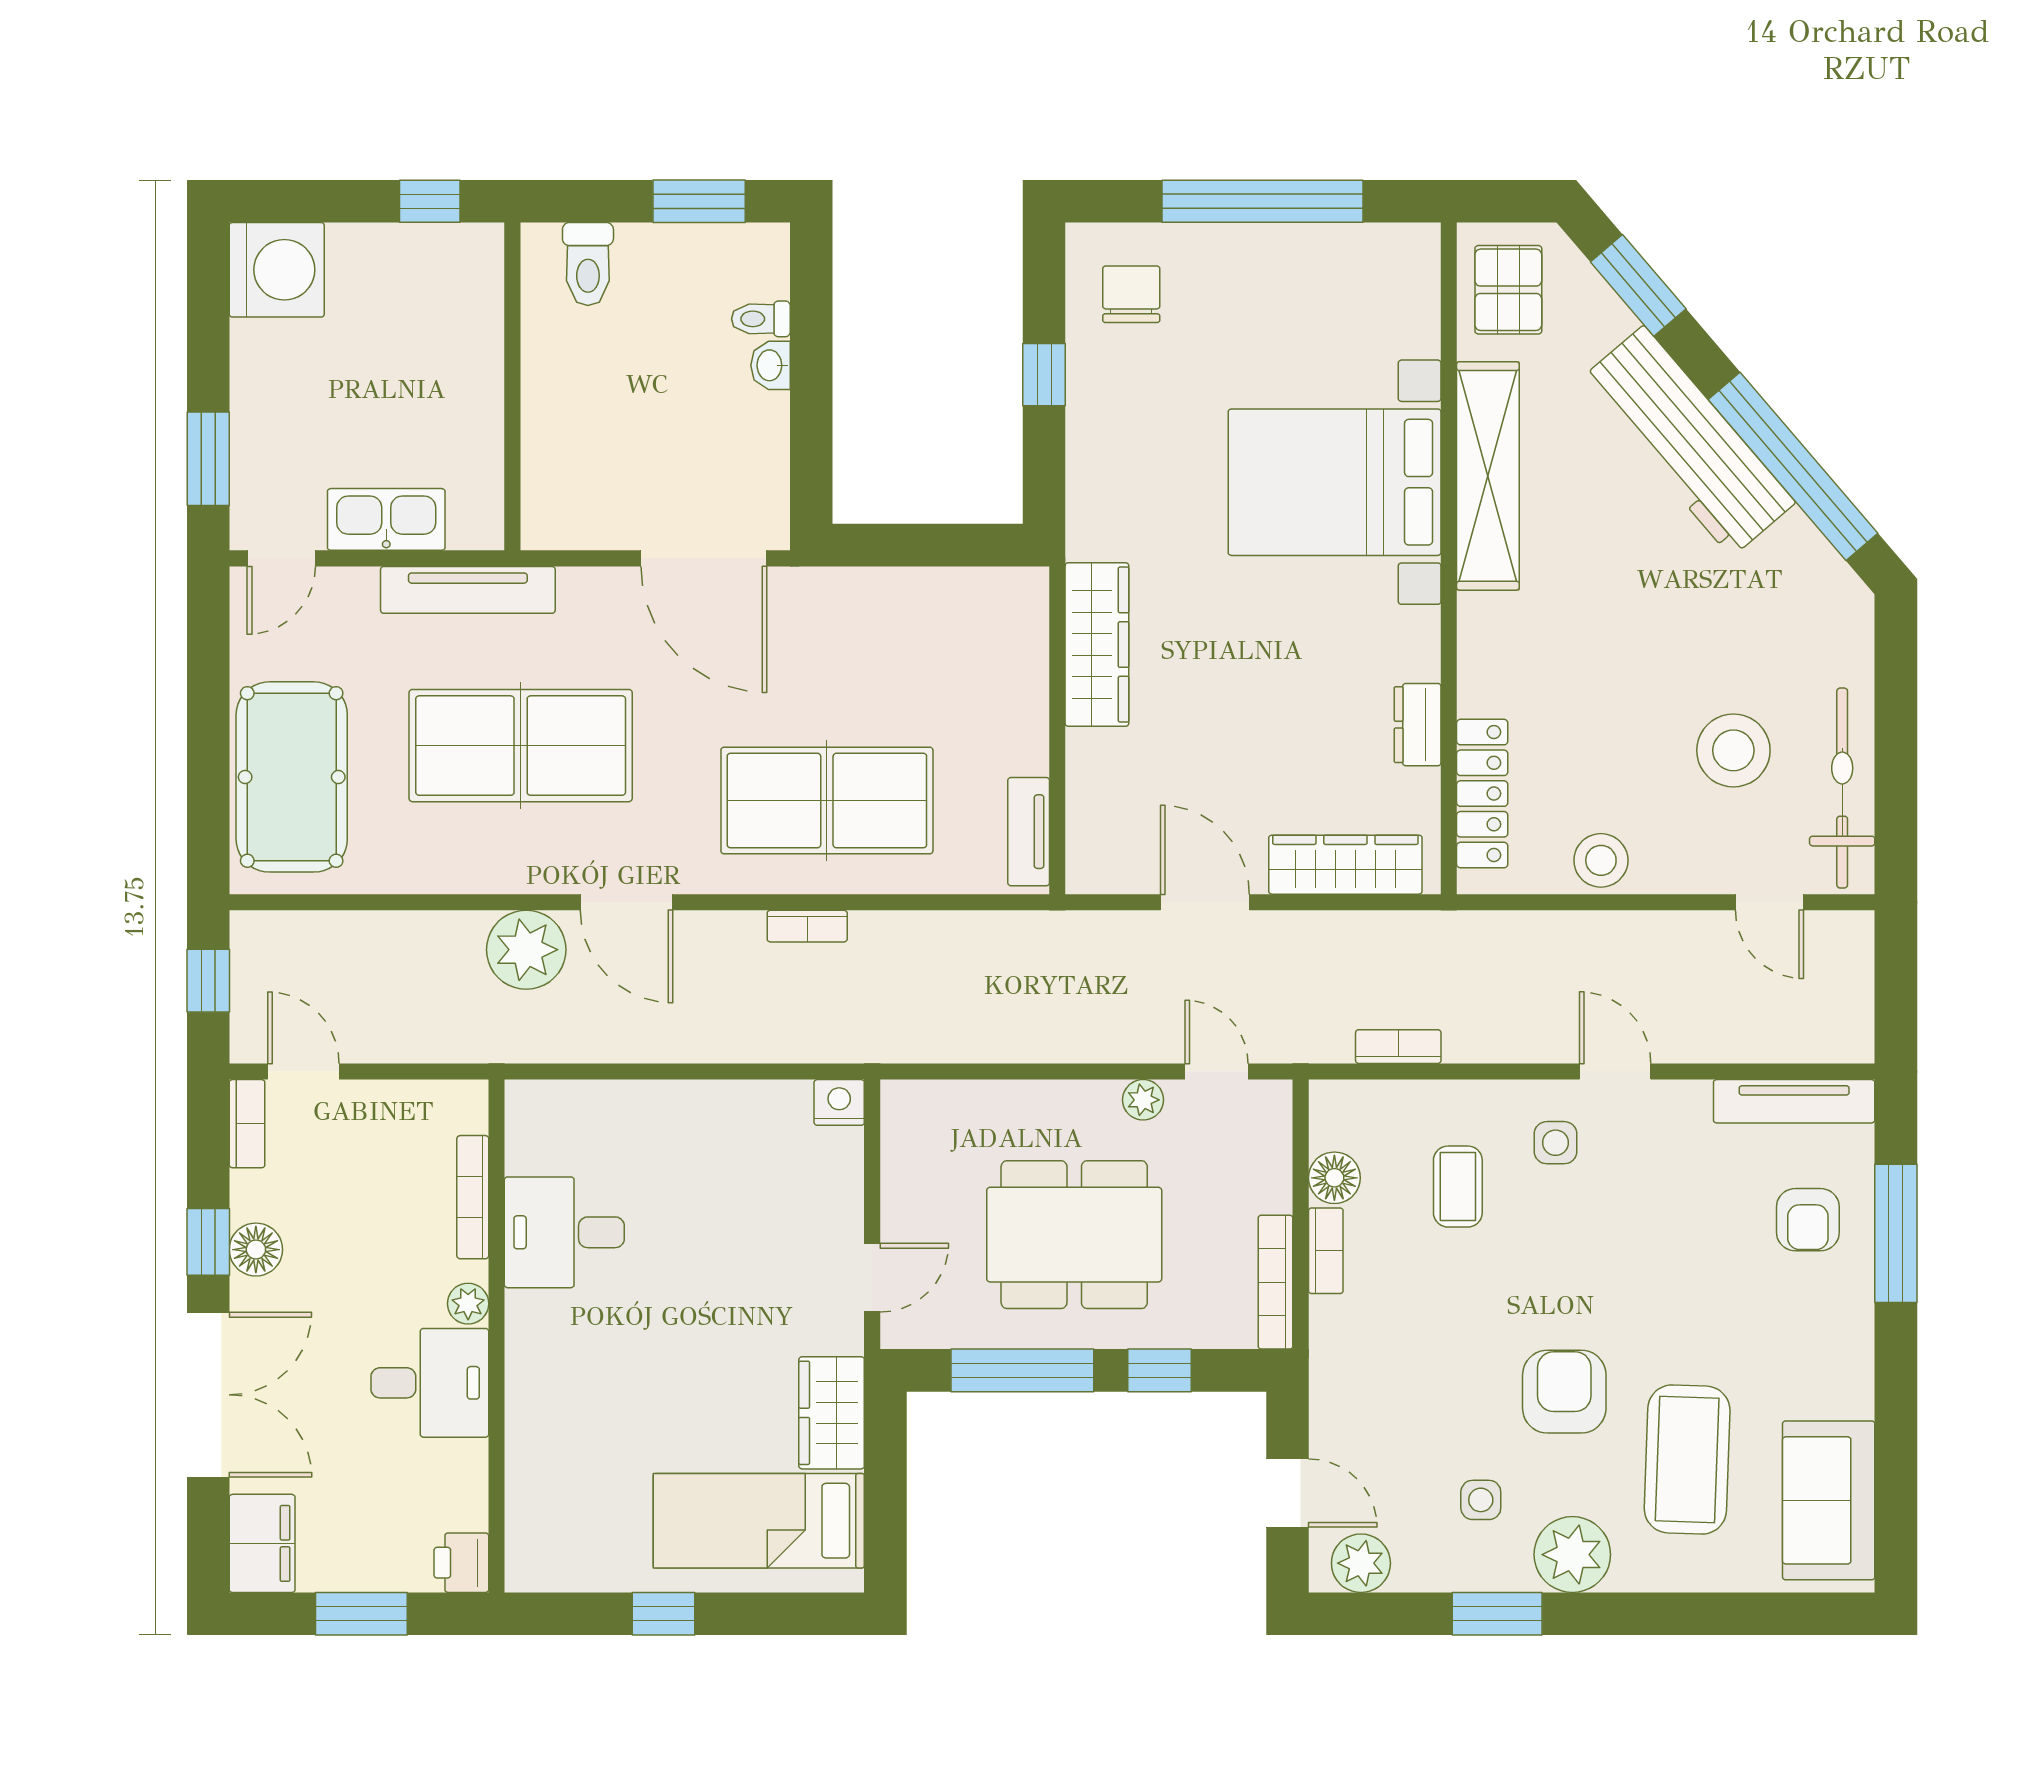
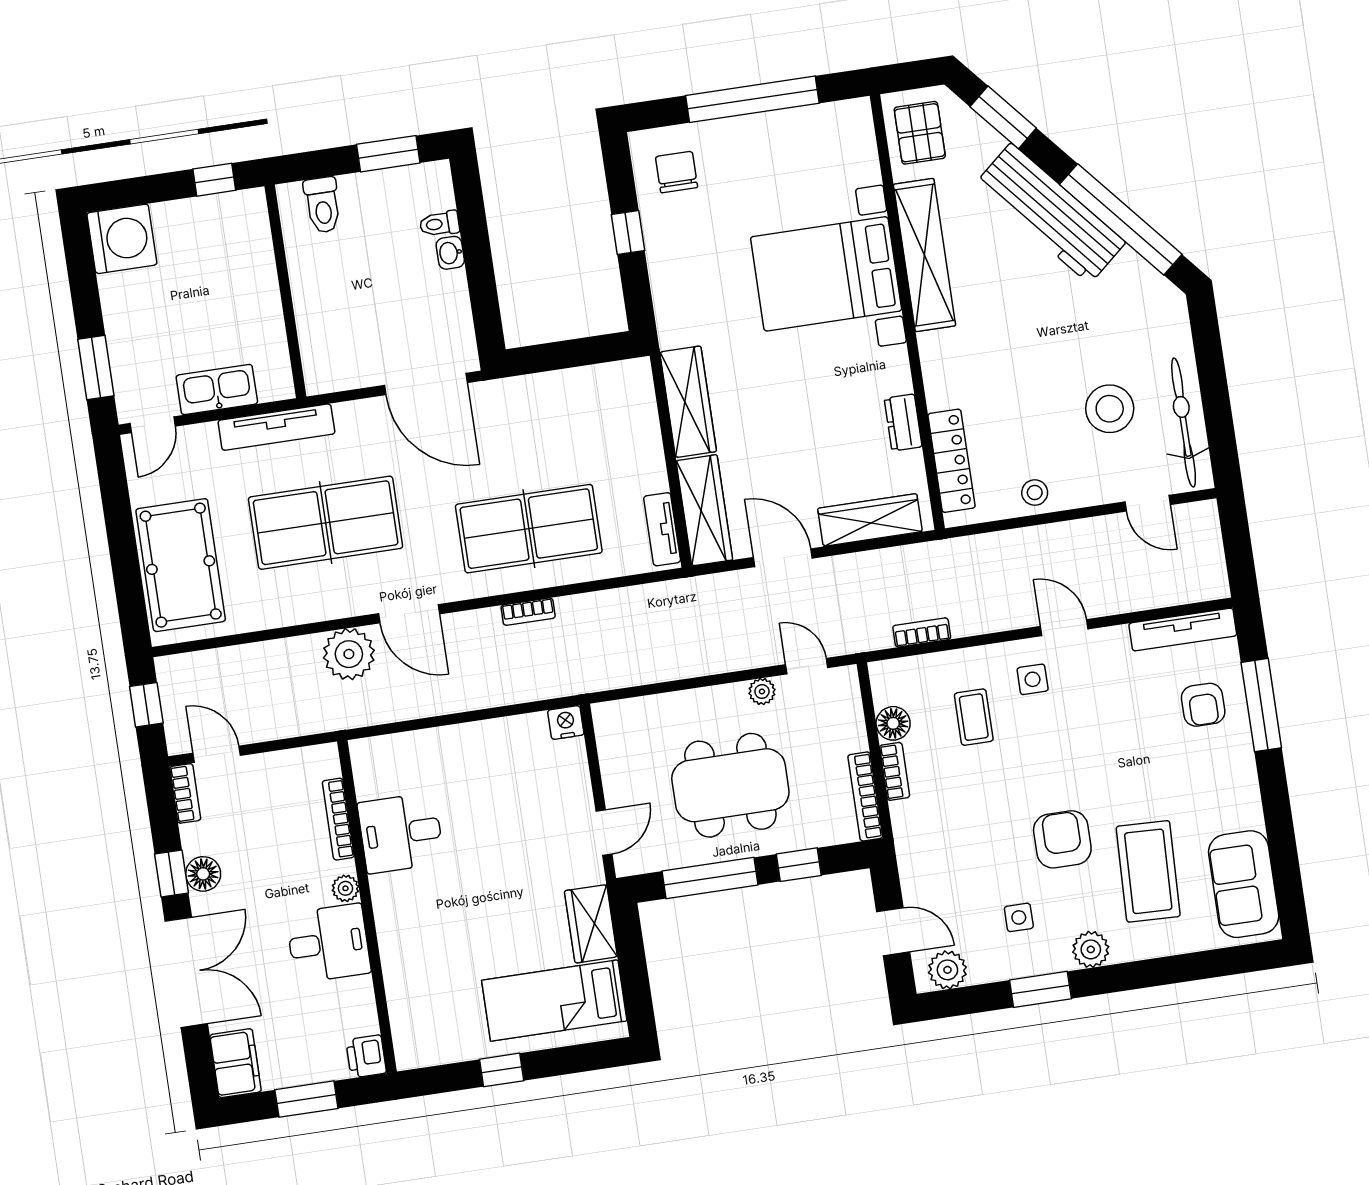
wardrobe: (1097, 812) -> (704, 510), added
stool: (1601, 860) -> (1035, 493), width x0.73, depth x0.73
plant: (1572, 1555) -> (1091, 949), width x0.73, depth x0.73

